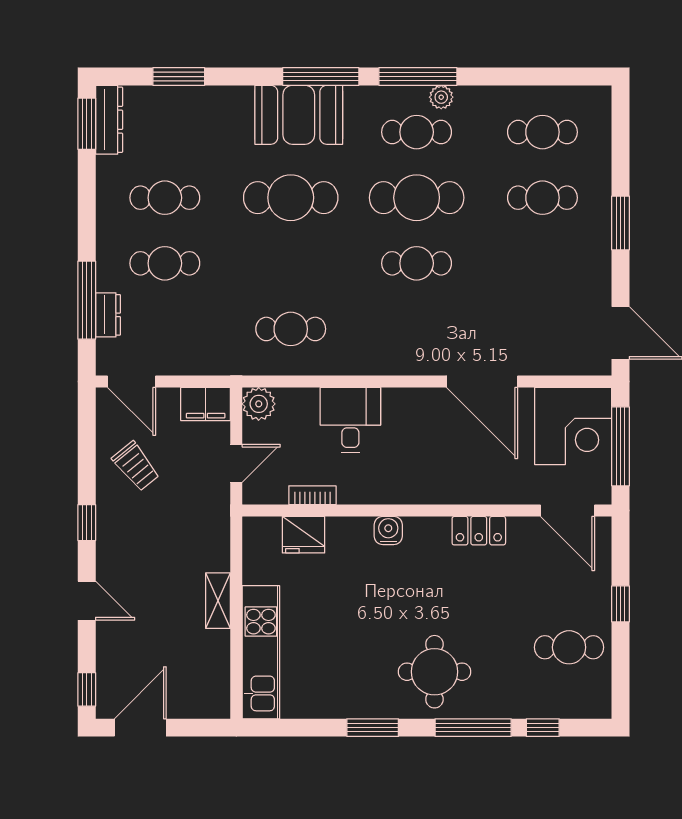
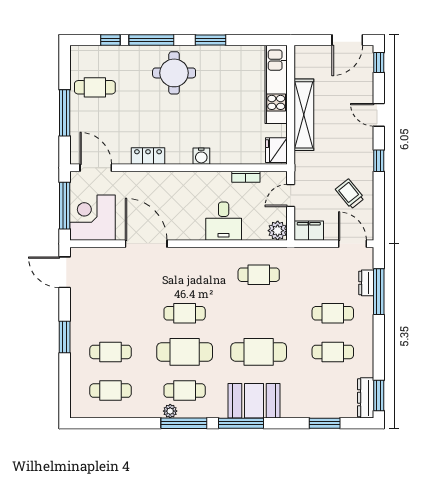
fridge: (303, 535) -> (276, 150), moved, turned -90
shelving: (218, 601) -> (304, 115), width x2.20, depth x1.33
window: (621, 604) -> (65, 113), width x2.17

